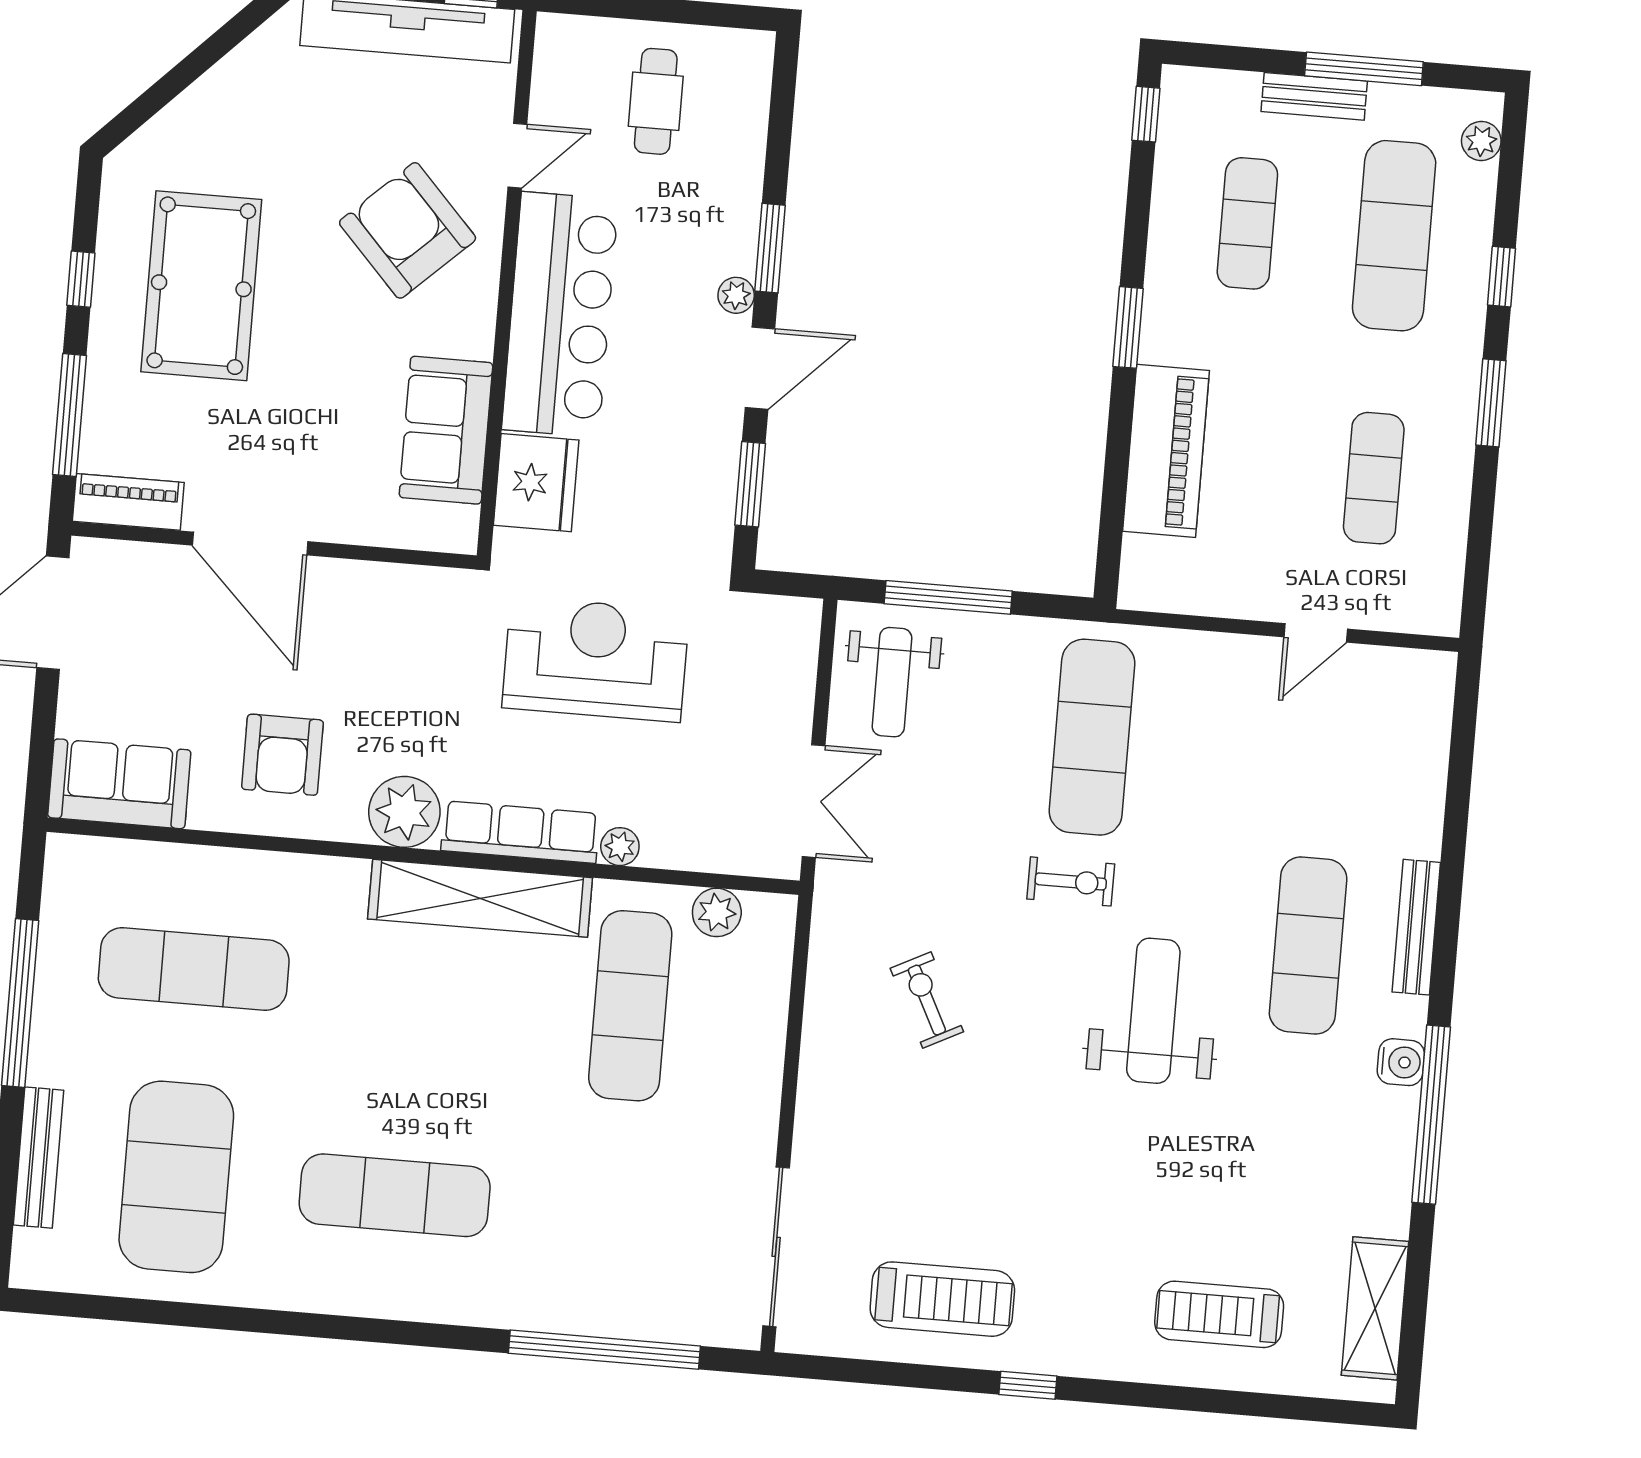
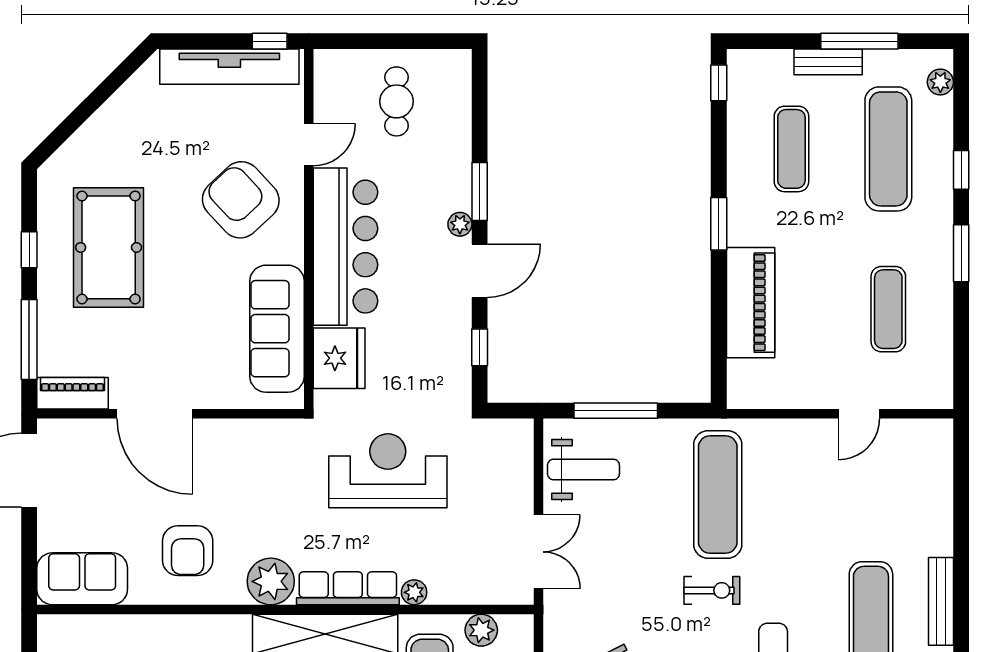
sofa: (446, 430) -> (277, 329), width x1.36
window: (750, 484) -> (480, 347), width x0.67
weight bench: (892, 682) -> (583, 469), turned -90

